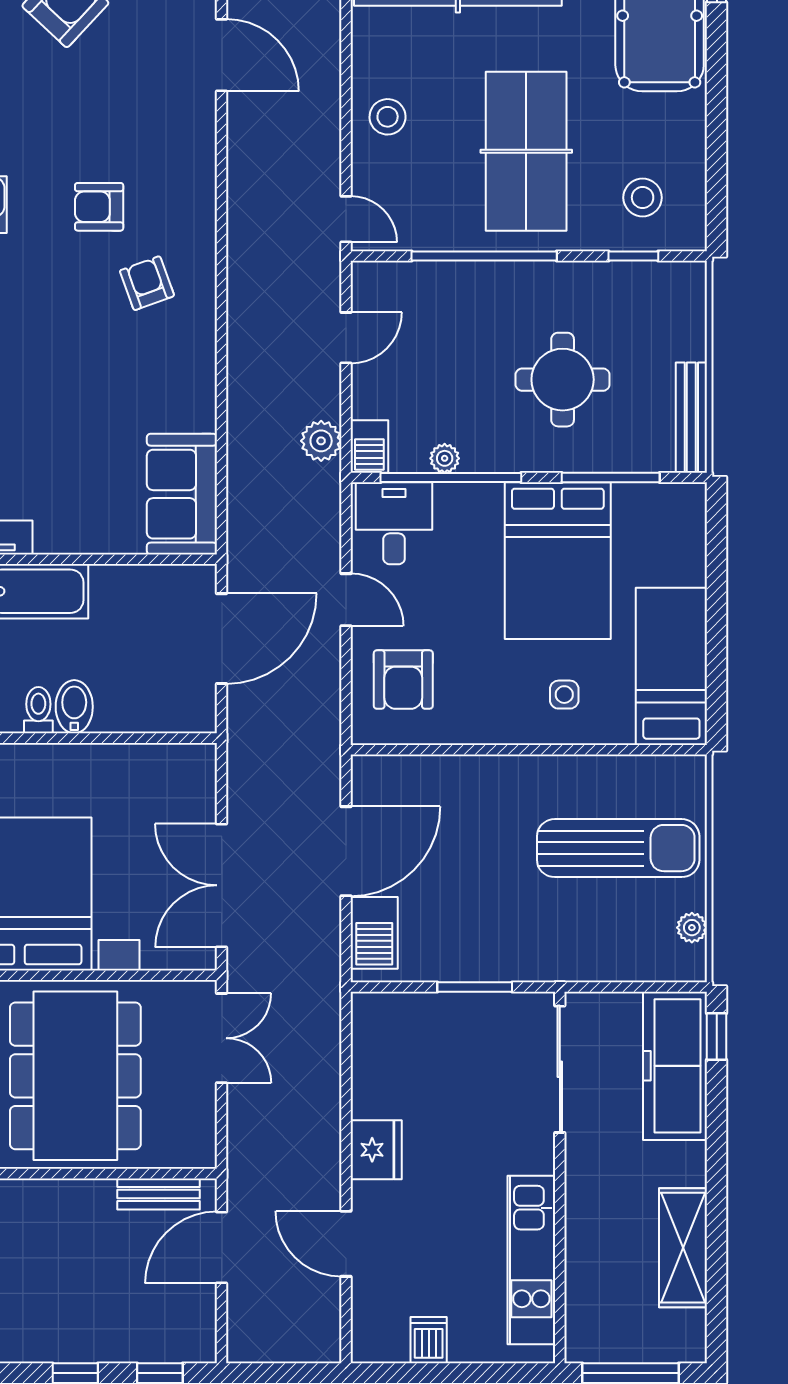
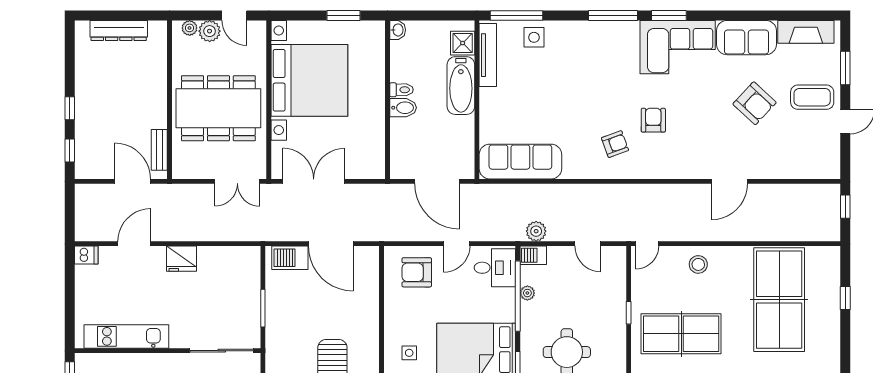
window: (484, 256) -> (629, 313), width x0.32
sofa: (182, 494) -> (520, 162), width x1.36
dishwasher: (429, 1340) -> (86, 255), moved

